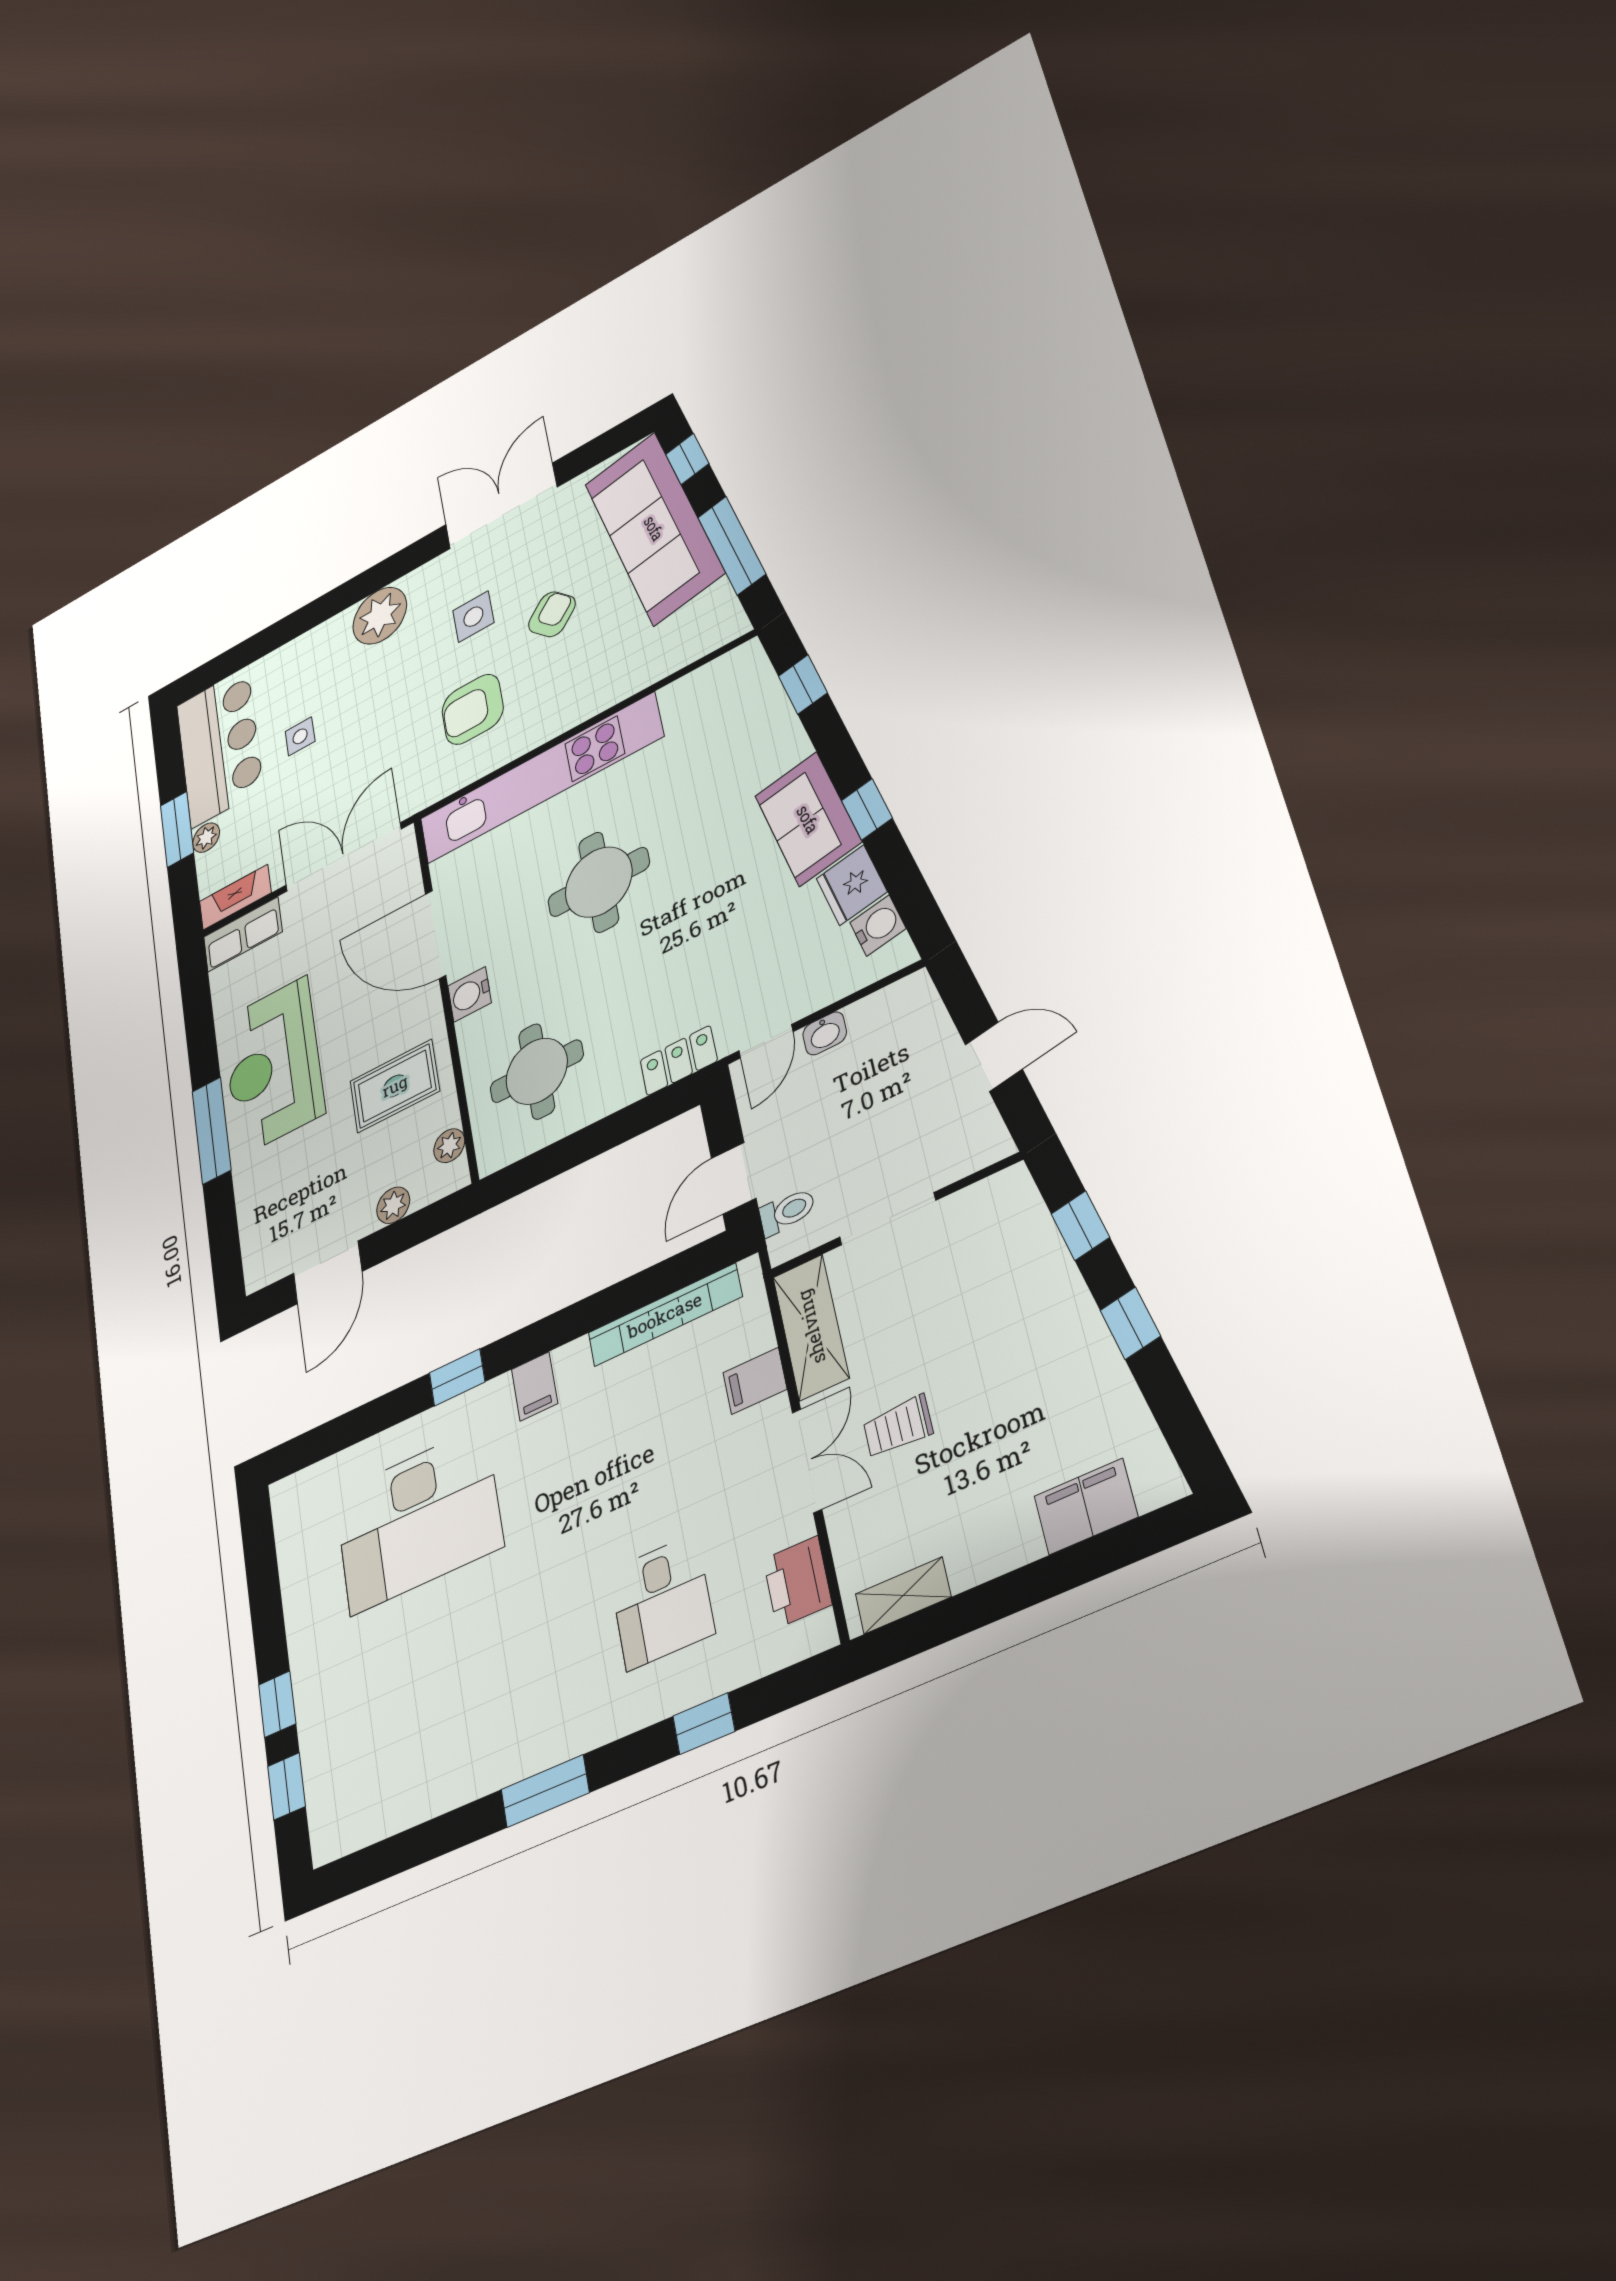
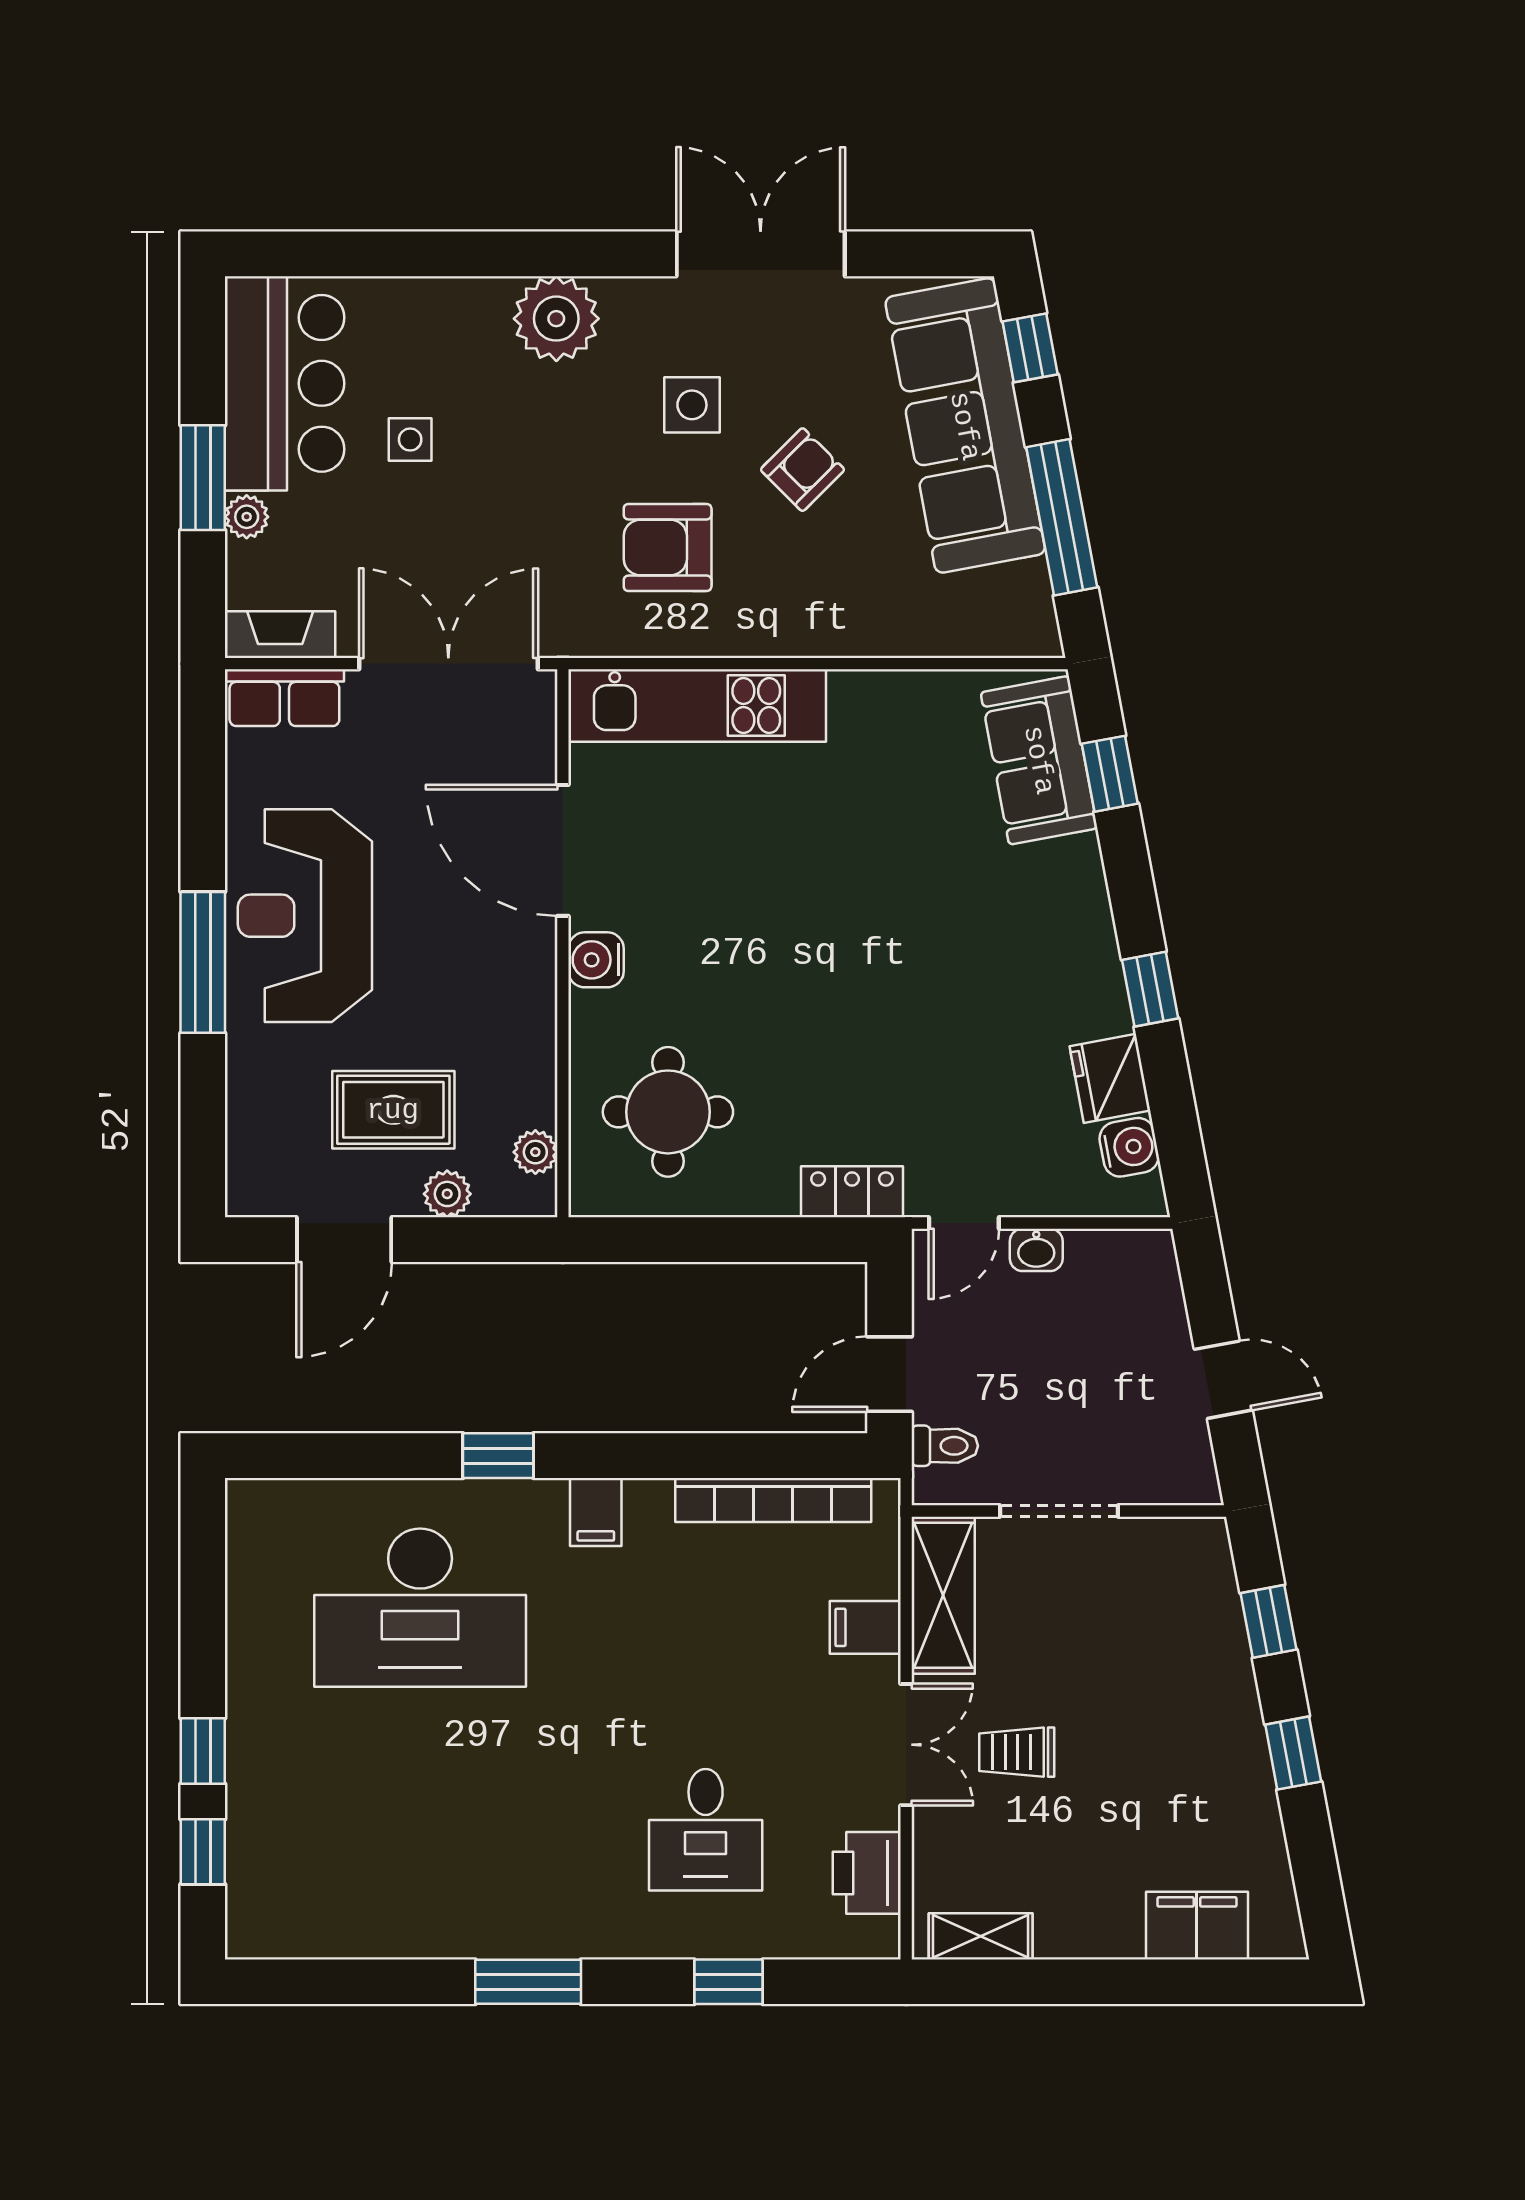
kitchen unit: (540, 778) -> (697, 705), width x0.73
sofa: (808, 819) -> (1039, 760), moved
round table: (599, 882) -> (795, 898), removed
rug: (395, 1086) -> (393, 1110), moved

